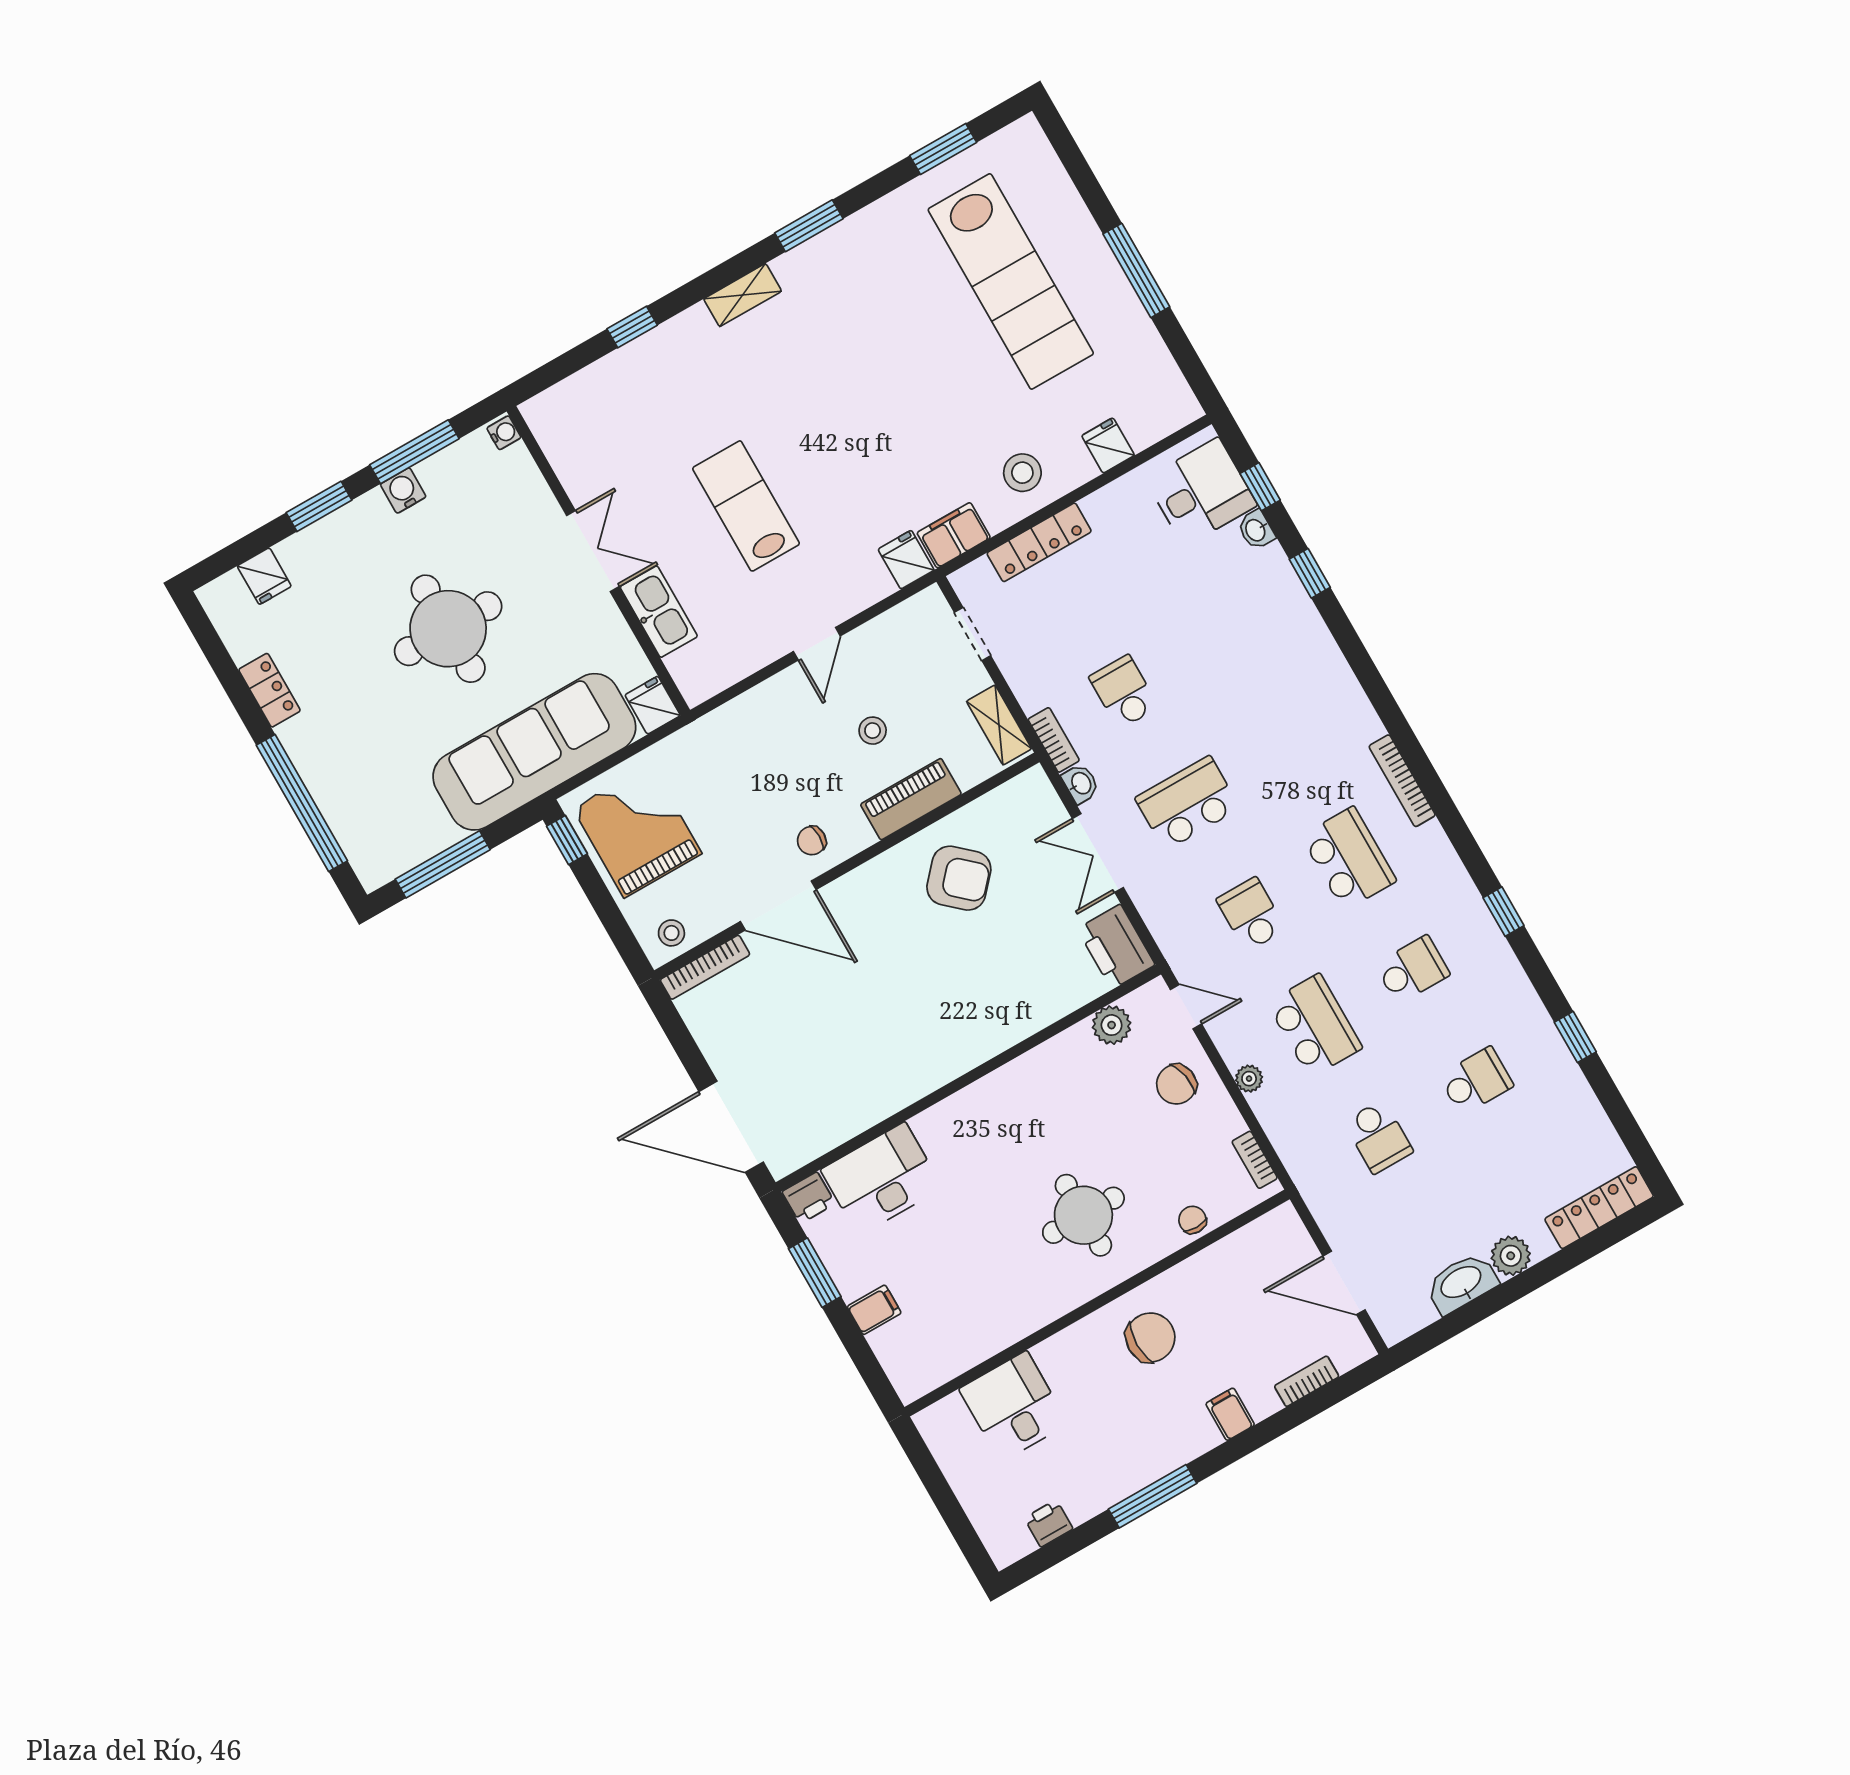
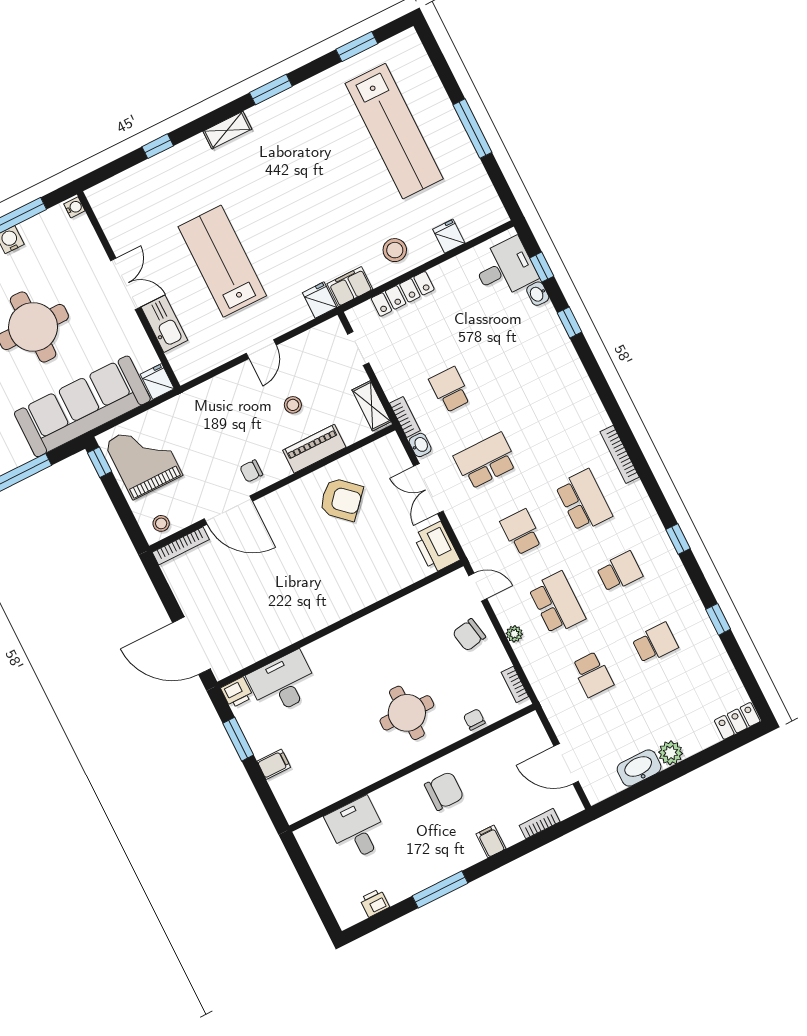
lab bench: (746, 506) -> (222, 261), width x1.36, depth x1.39
plant: (1112, 1025) -> (431, 596), removed
locker: (1599, 1208) -> (737, 721), width x0.66

